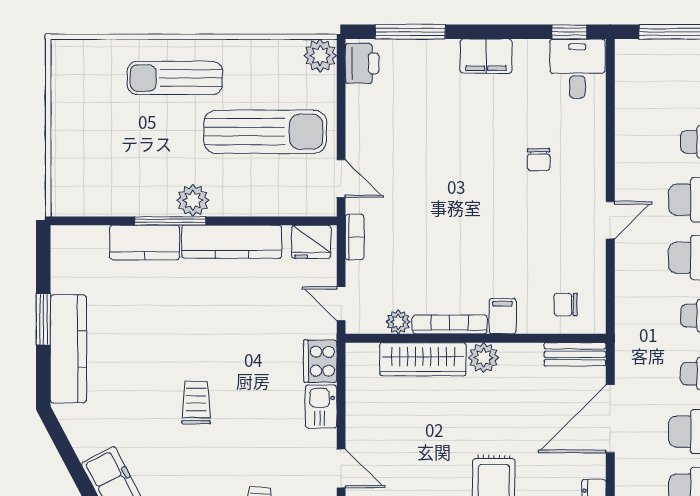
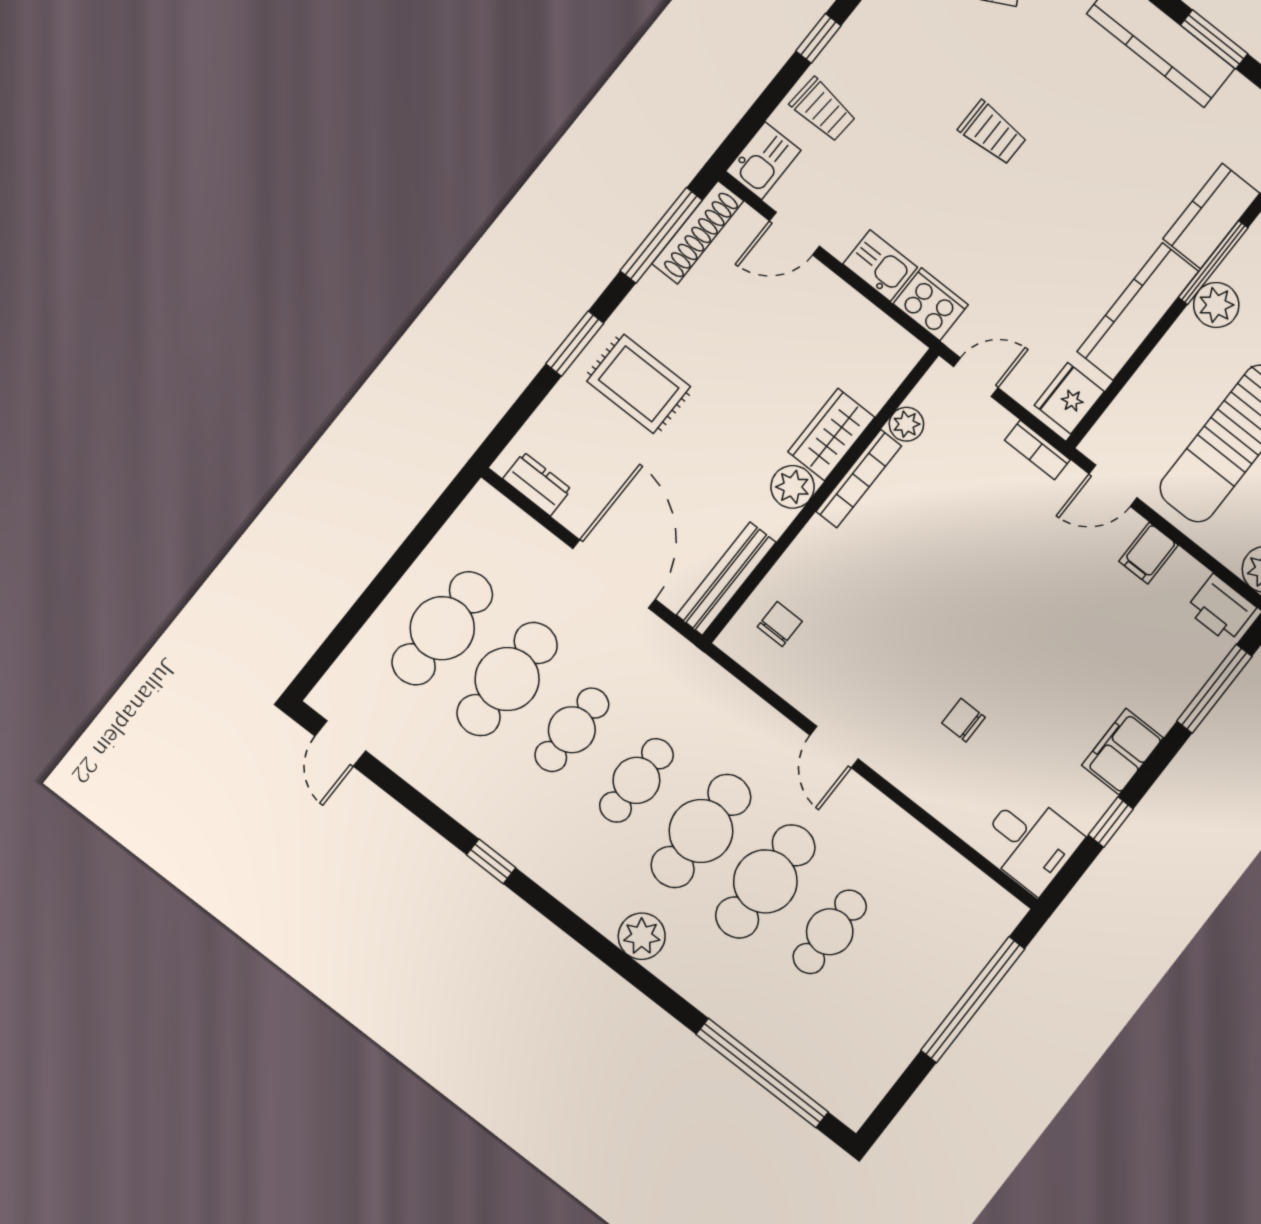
window: (569, 32) -> (1111, 822), moved
filing cabinet: (503, 316) -> (1149, 553), moved, turned 90
bench: (575, 354) -> (726, 579), width x1.36
wardrobe: (423, 359) -> (831, 434), width x0.67

